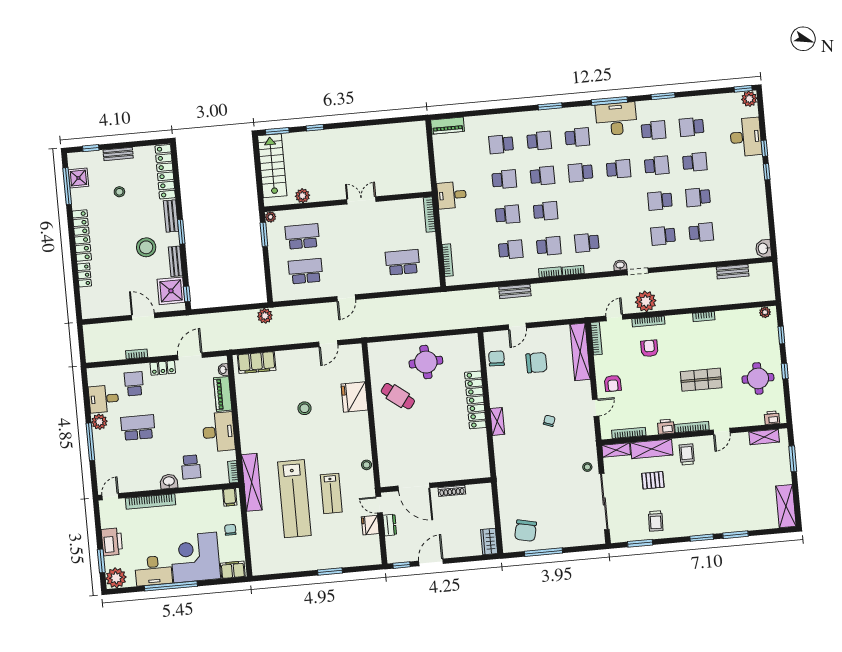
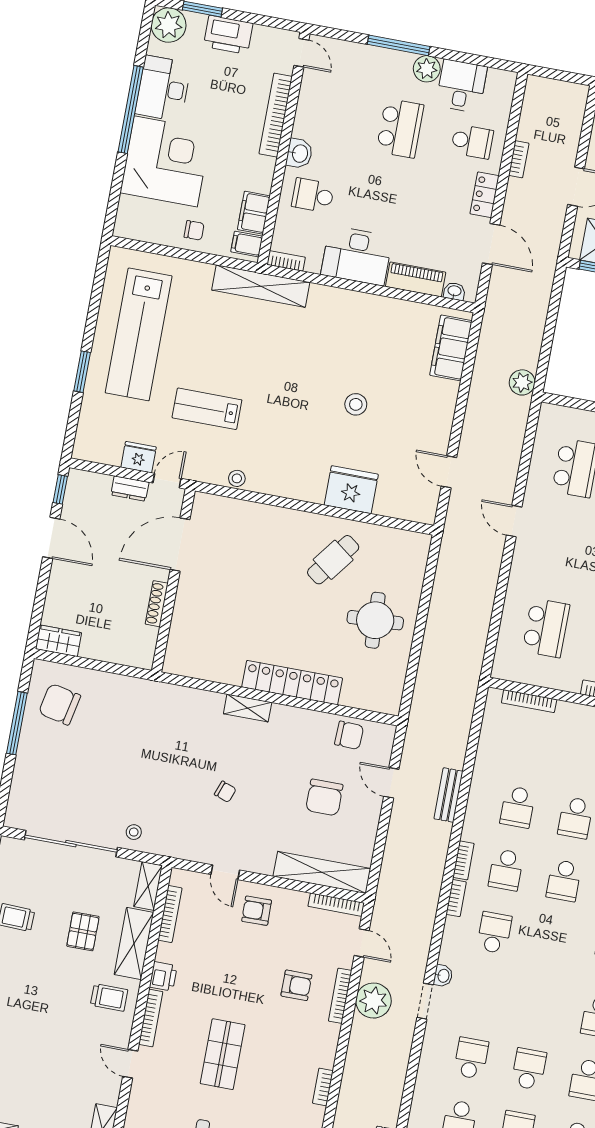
lab bench: (294, 499) -> (139, 334), moved, turned -90
filing cabinet: (233, 570) -> (254, 213), moved, turned 180

